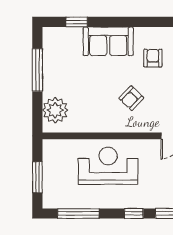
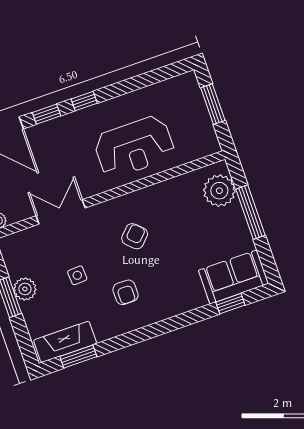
sofa: (108, 41) -> (234, 277), moved
window: (37, 70) -> (251, 212), moved
window: (78, 213) -> (150, 78), removed

